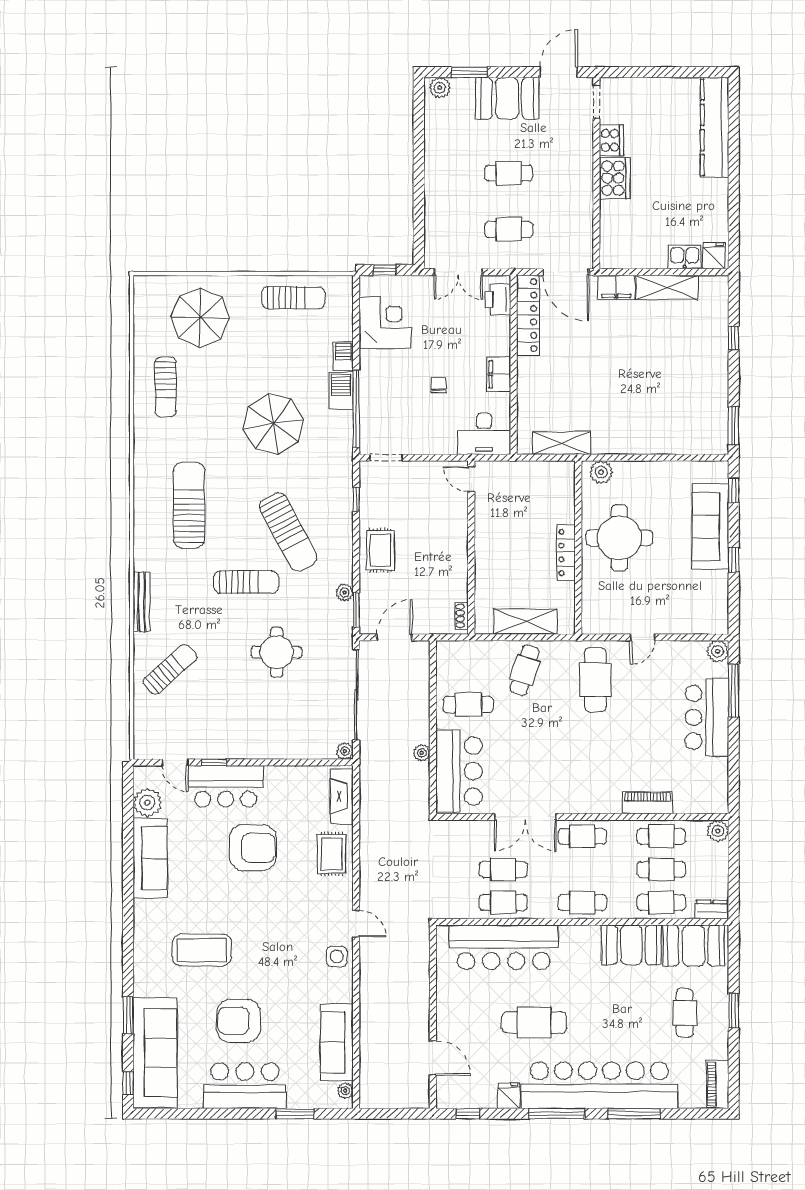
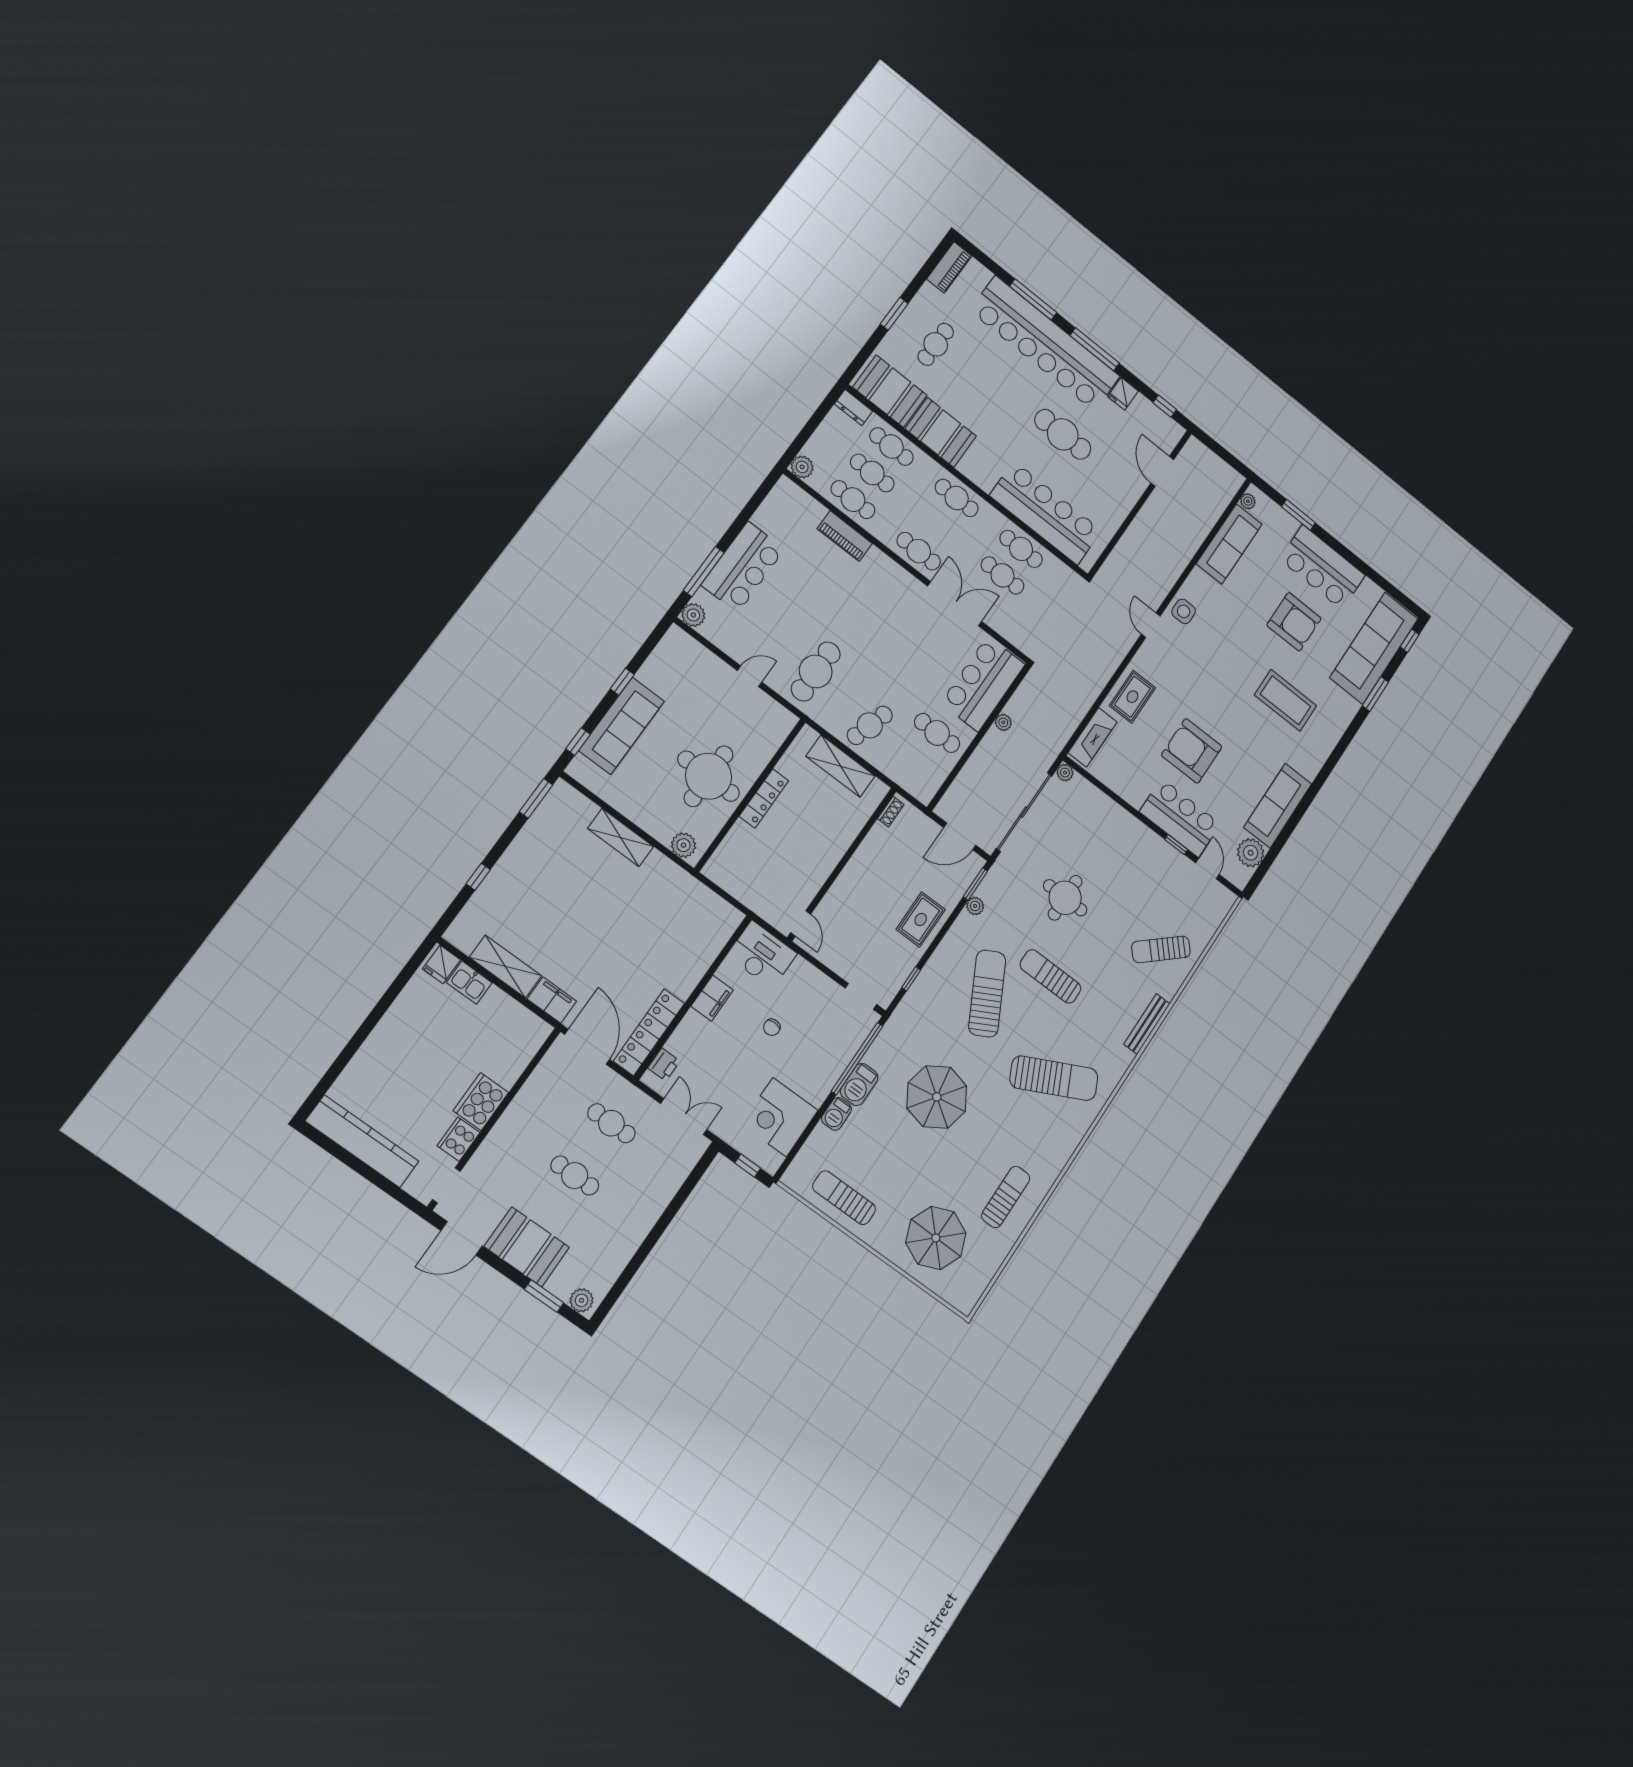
kitchen counter: (715, 127) -> (362, 1141), moved, turned -90
printer: (498, 300) -> (664, 1065), width x0.73, depth x0.81
shelving: (561, 443) -> (621, 838), moved
sun lounger: (189, 505) -> (1054, 1078), turned -116

